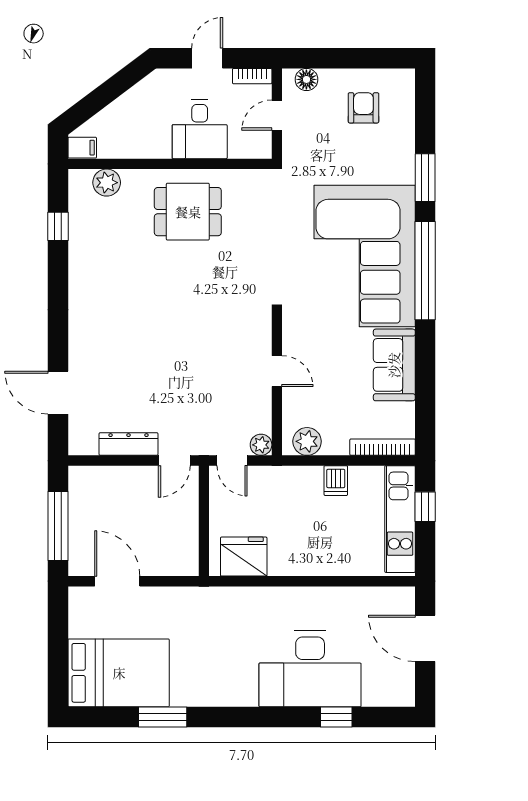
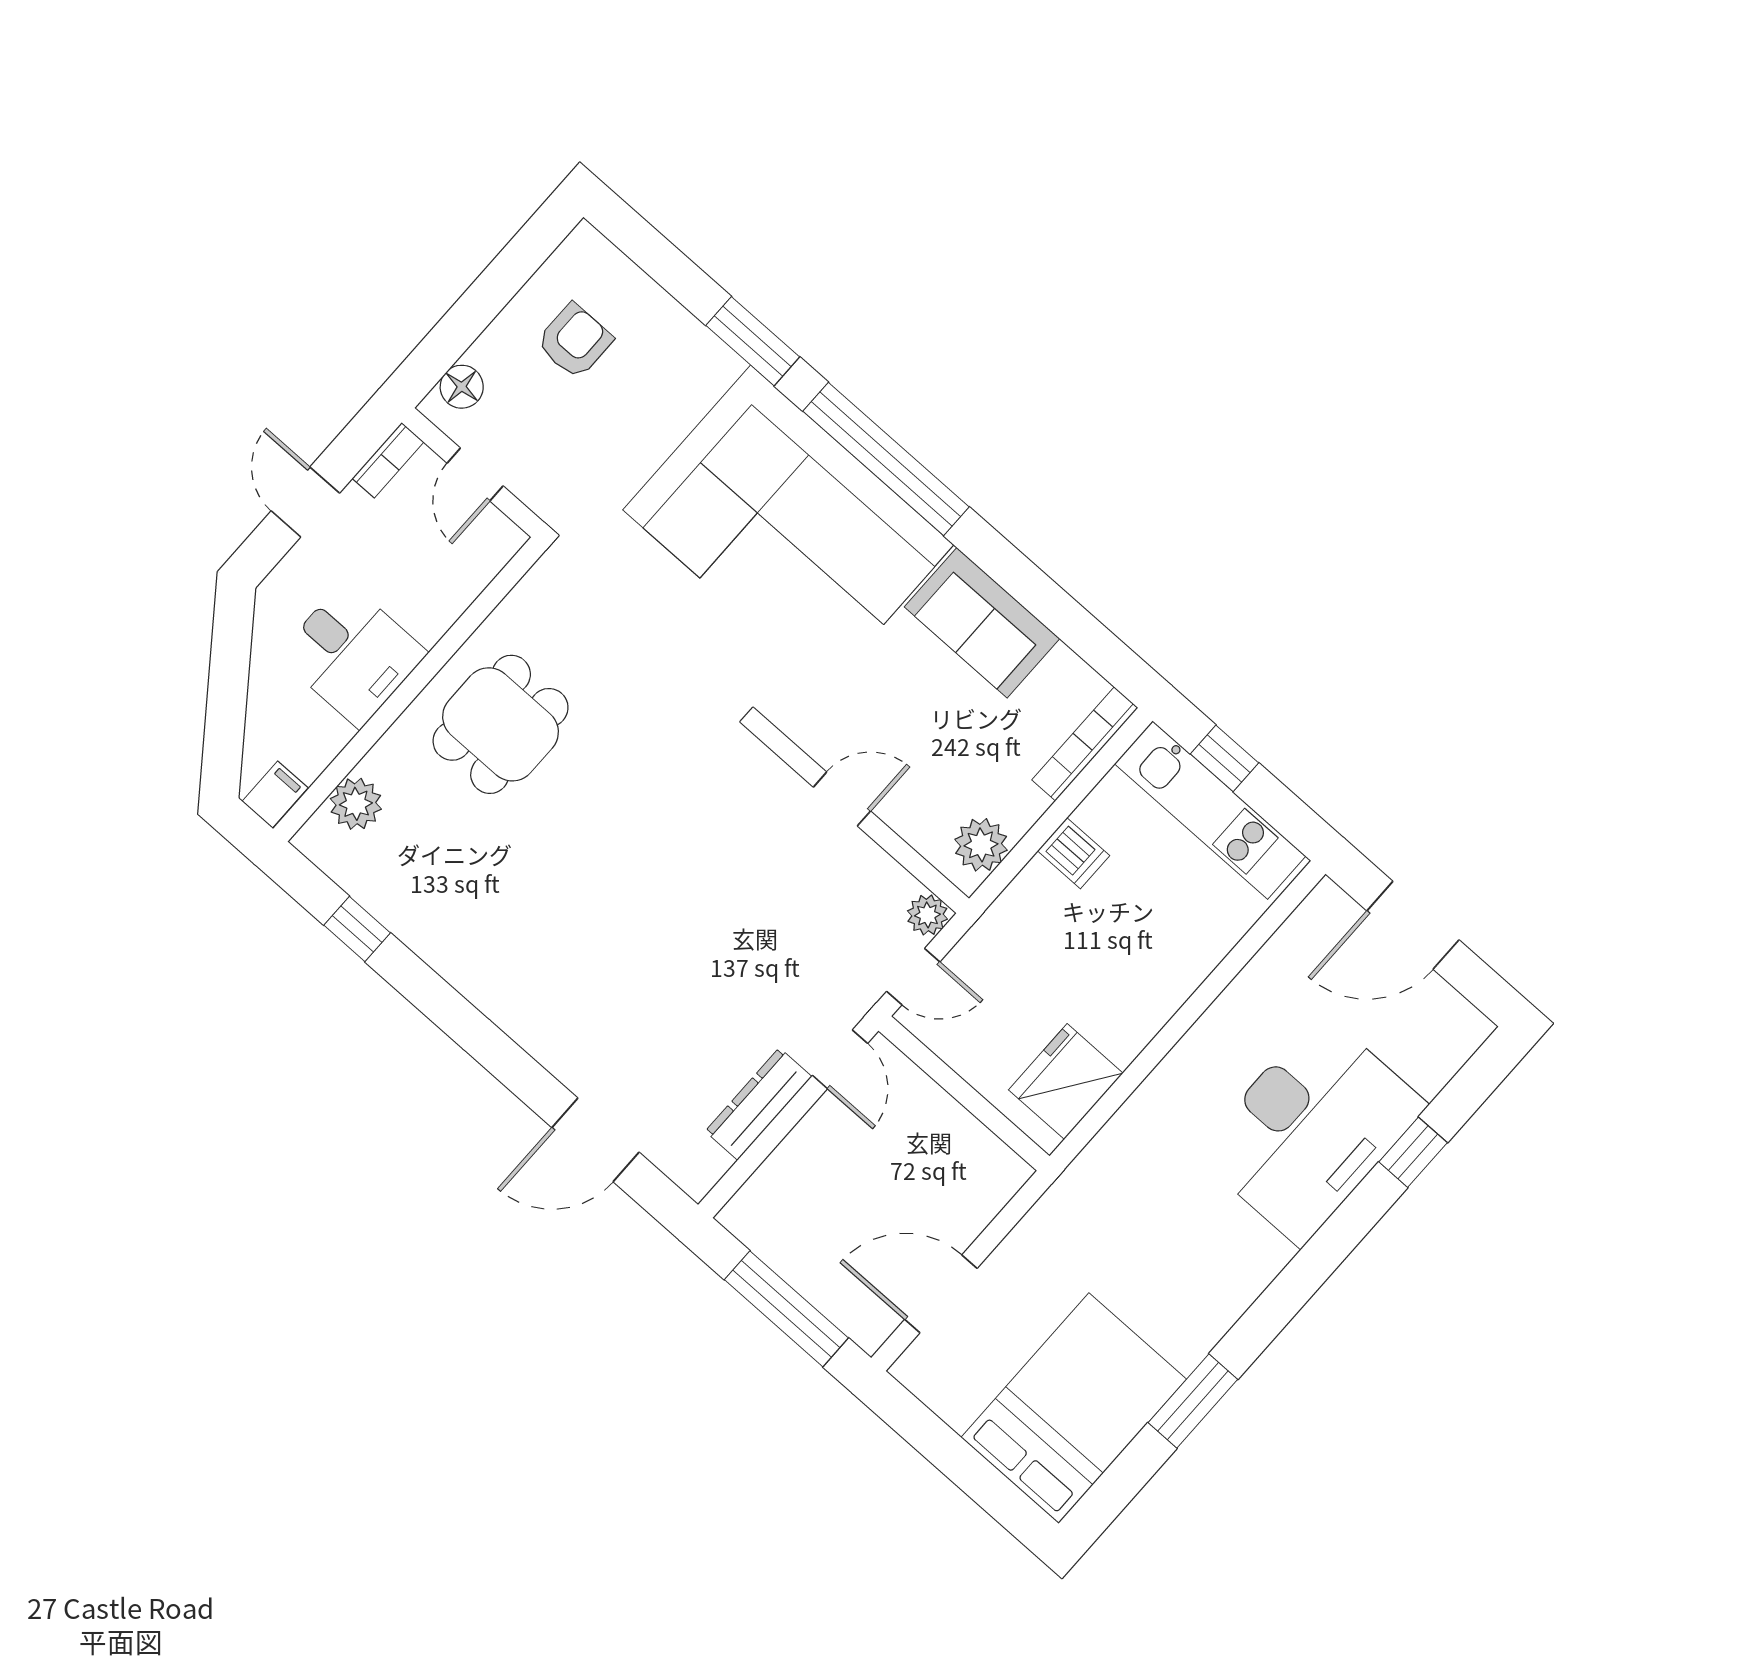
armchair: (363, 108) -> (575, 341), turned 90
desk: (200, 129) -> (352, 654), moved

